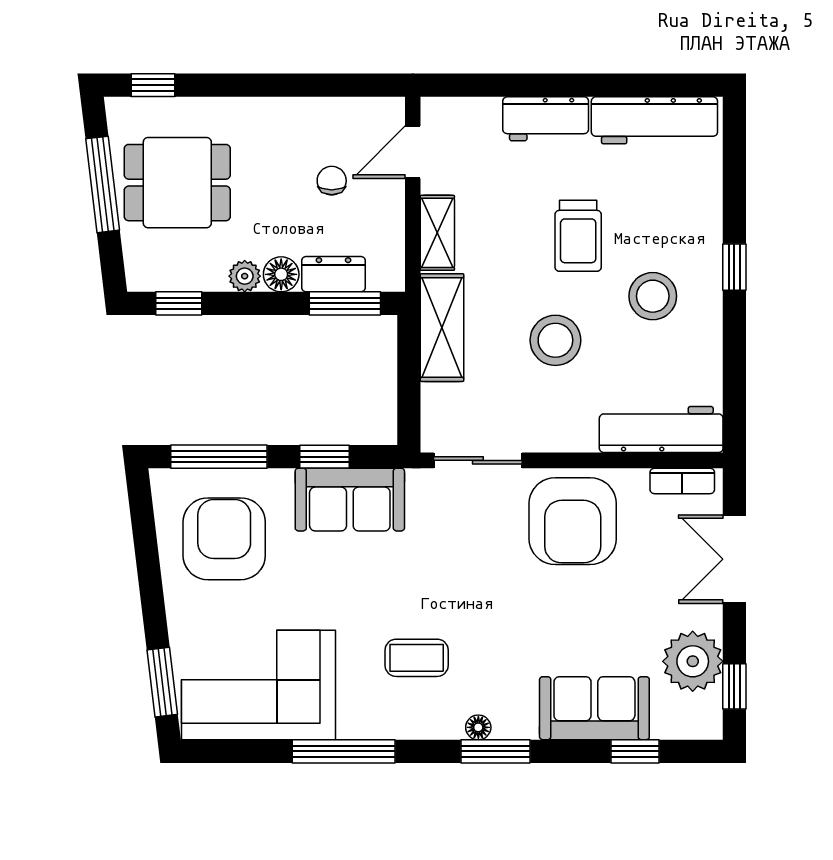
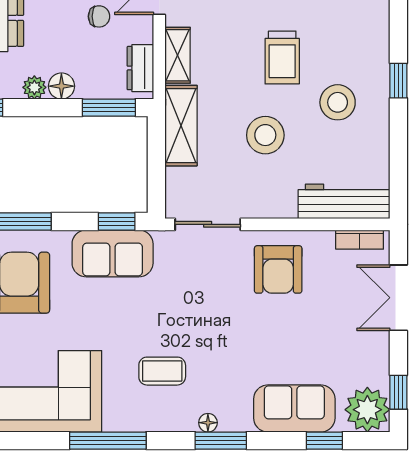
chair: (332, 181) -> (99, 16), turned 90
dresser: (333, 274) -> (140, 68), moved, turned -90
window: (325, 457) -> (117, 221), moved
armchair: (573, 521) -> (278, 269), width x0.73, depth x0.73
plant: (693, 661) -> (367, 410), moved

